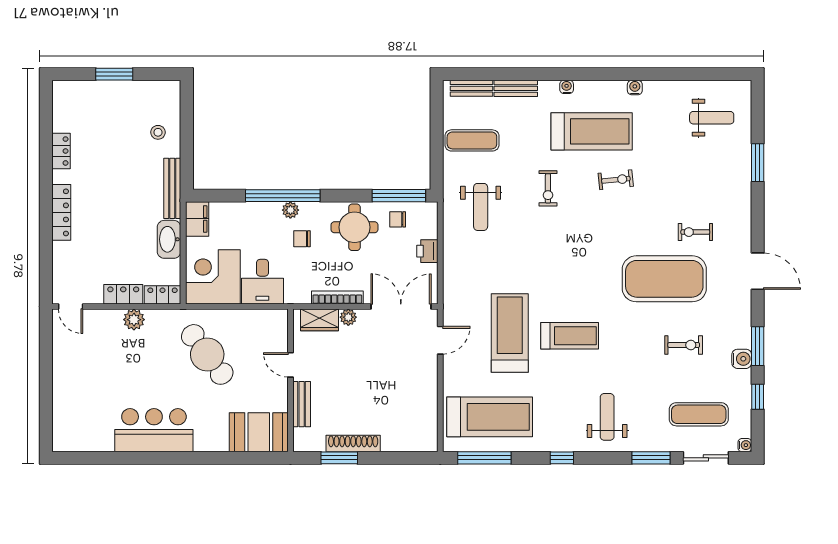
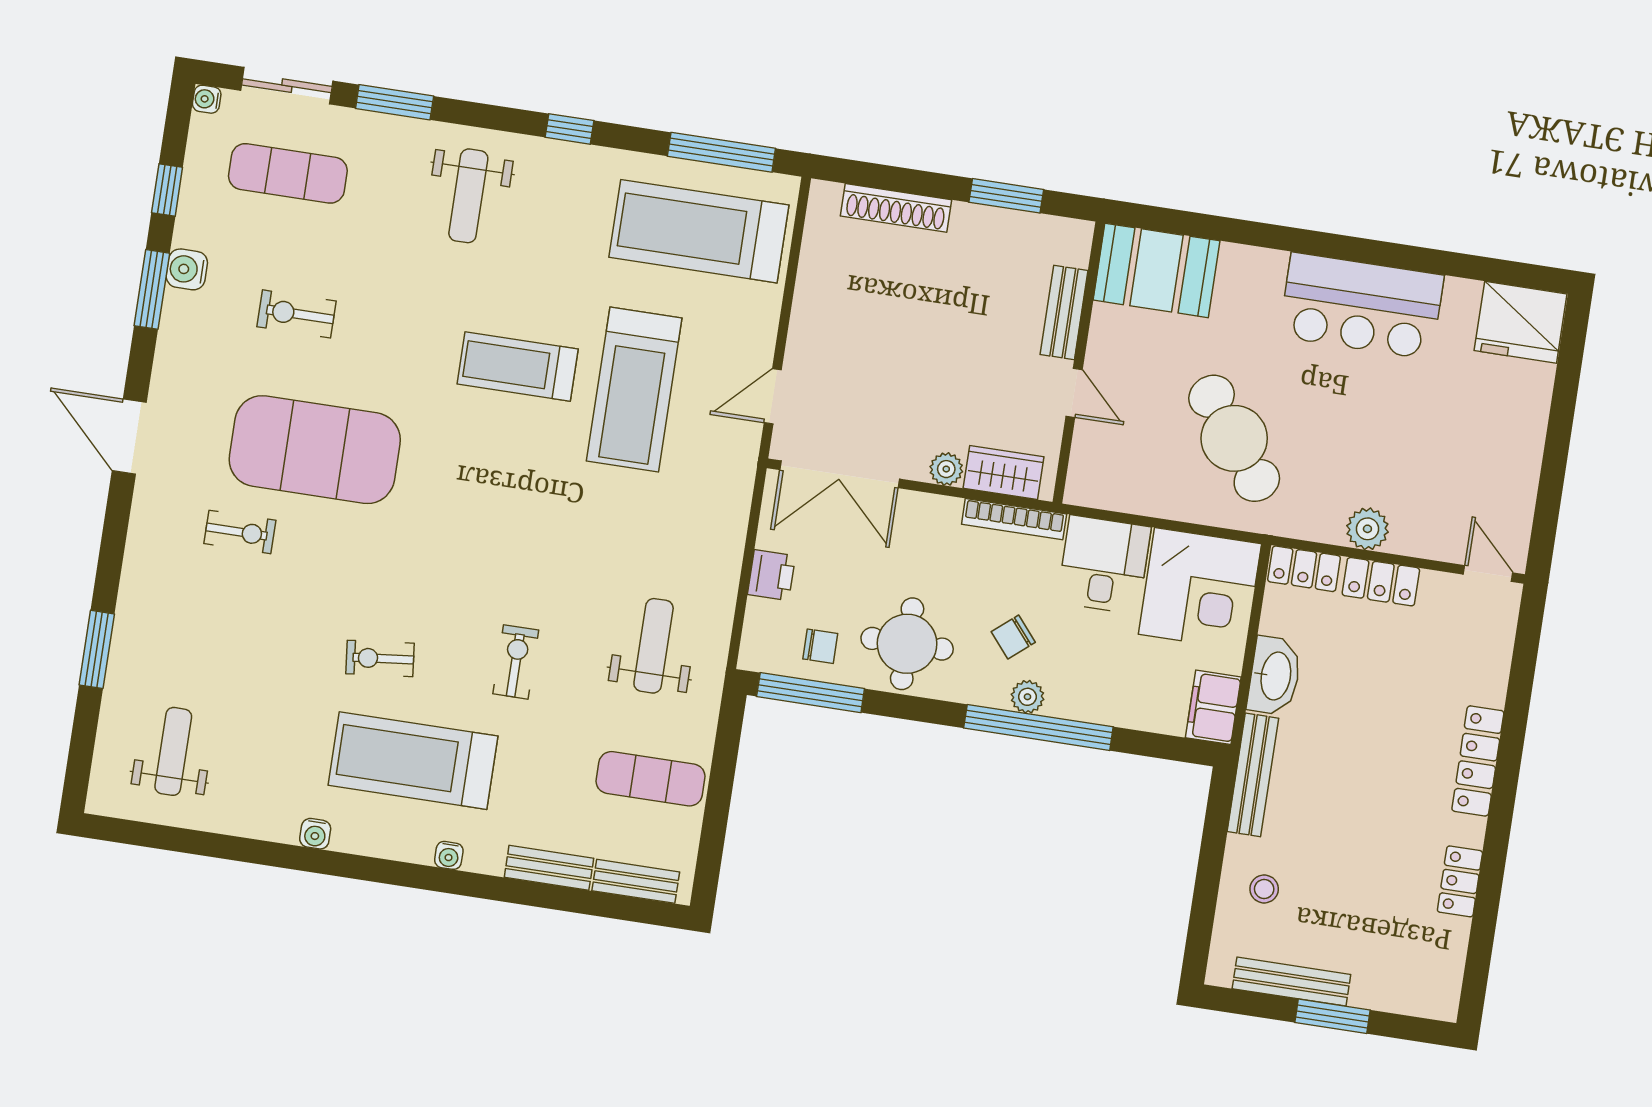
bench: (137, 88) -> (1291, 982), added
weight bench: (712, 118) -> (173, 751), turned 90
chair: (302, 239) -> (1013, 637), turned 140
bookcase: (337, 297) -> (1014, 519), moved
fridge: (73, 434) -> (1521, 322), added
shoe rack: (353, 443) -> (896, 208), moved

